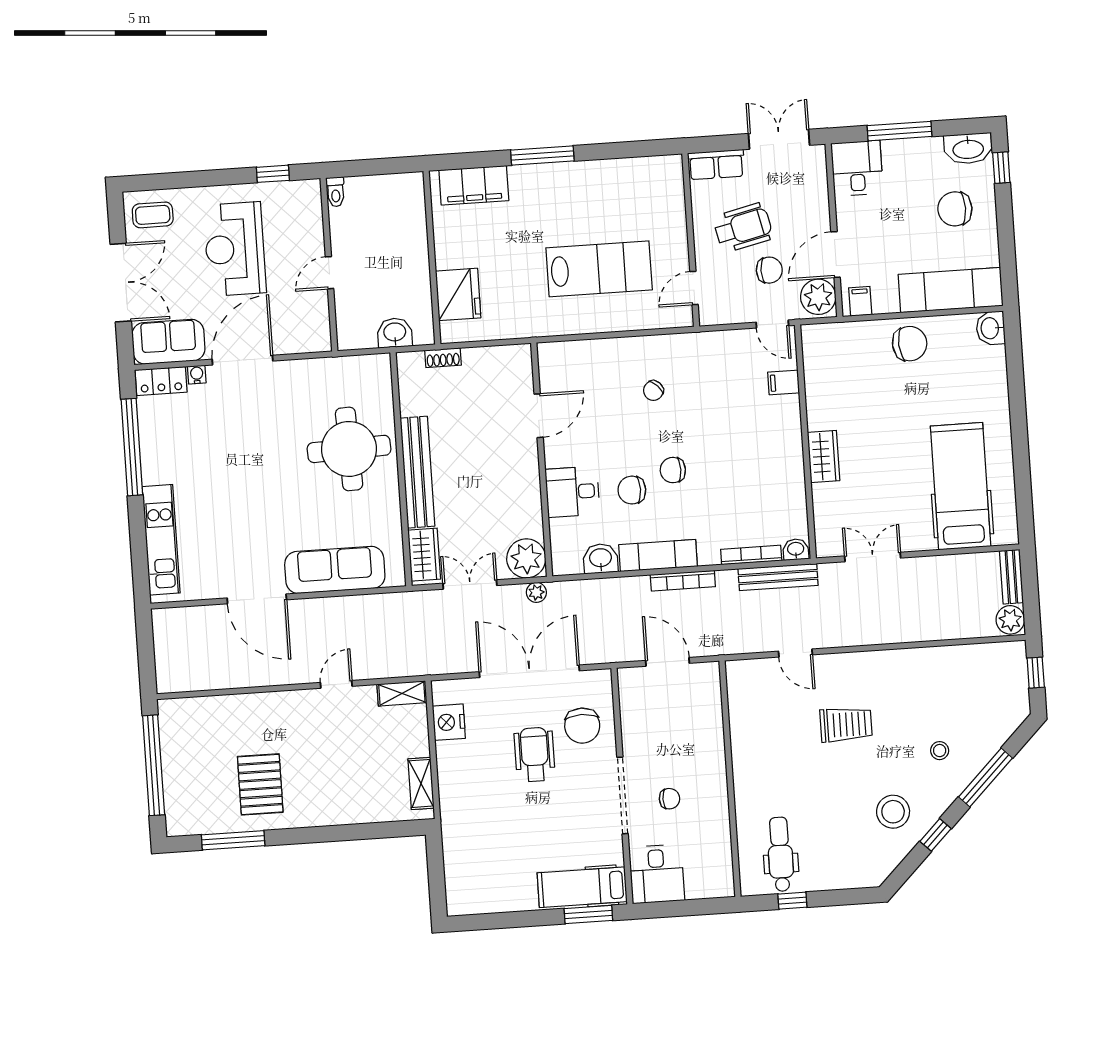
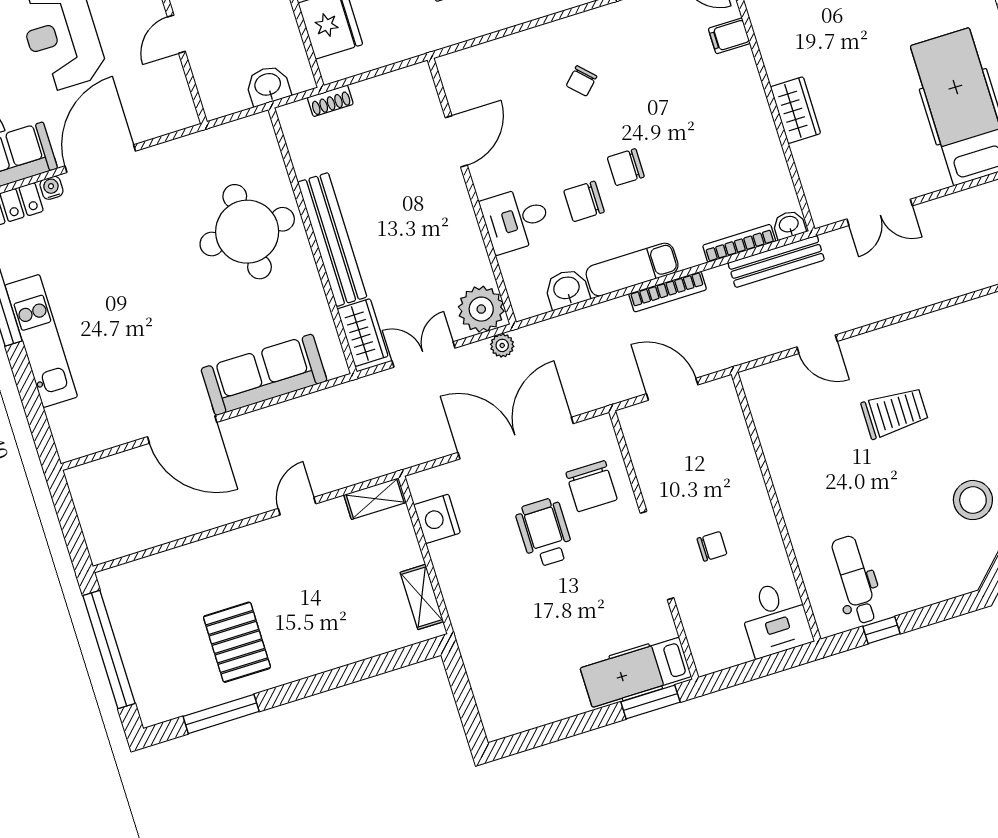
kitchen unit: (161, 540) -> (41, 341), moved
double door: (873, 557) -> (880, 212), swing flipped
desk: (657, 874) -> (775, 619), moved

